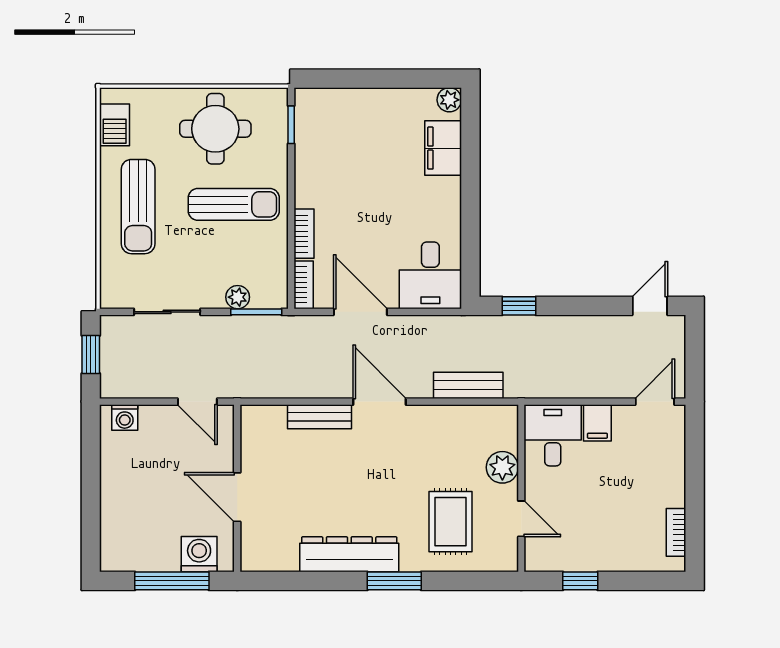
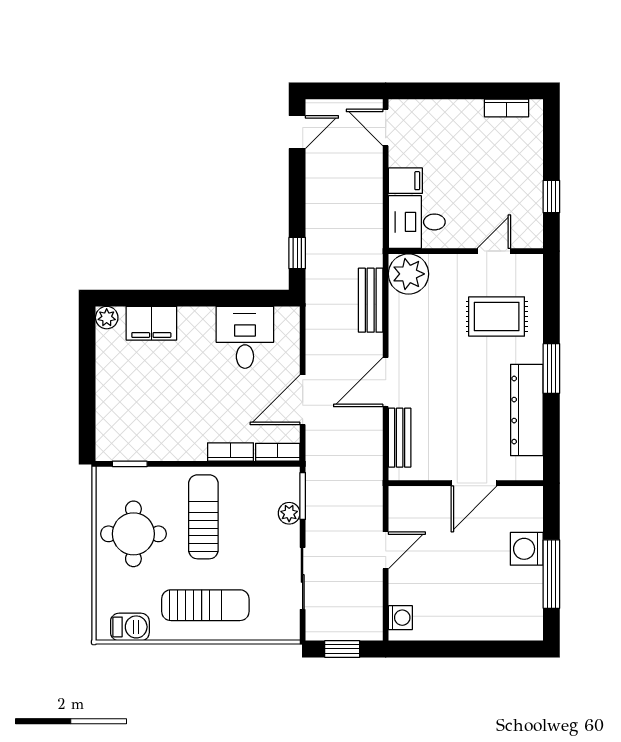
desk: (430, 275) -> (245, 337), moved, turned -90
door: (650, 306) -> (297, 132), swing flipped
plant: (502, 467) -> (408, 274), moved, width x1.36, depth x1.36
wall: (237, 488) -> (466, 483), moved
door: (237, 497) -> (474, 483), moved

